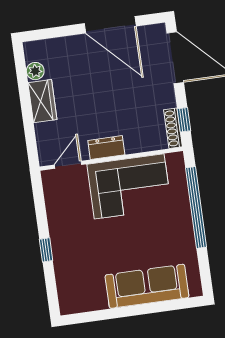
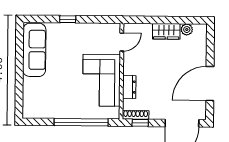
dresser: (106, 148) -> (129, 87), moved
door: (68, 165) -> (122, 42), hinge flipped
sofa: (147, 286) -> (34, 50), moved

